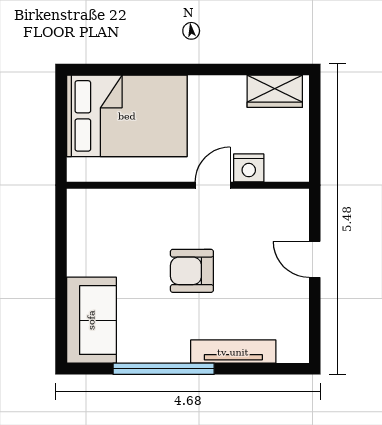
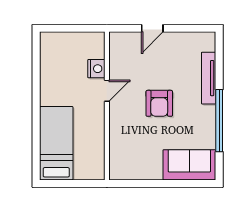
wardrobe: (275, 91) -> (49, 53), removed
bed: (127, 116) -> (56, 143), width x0.67
door: (213, 185) -> (107, 91), swing flipped

